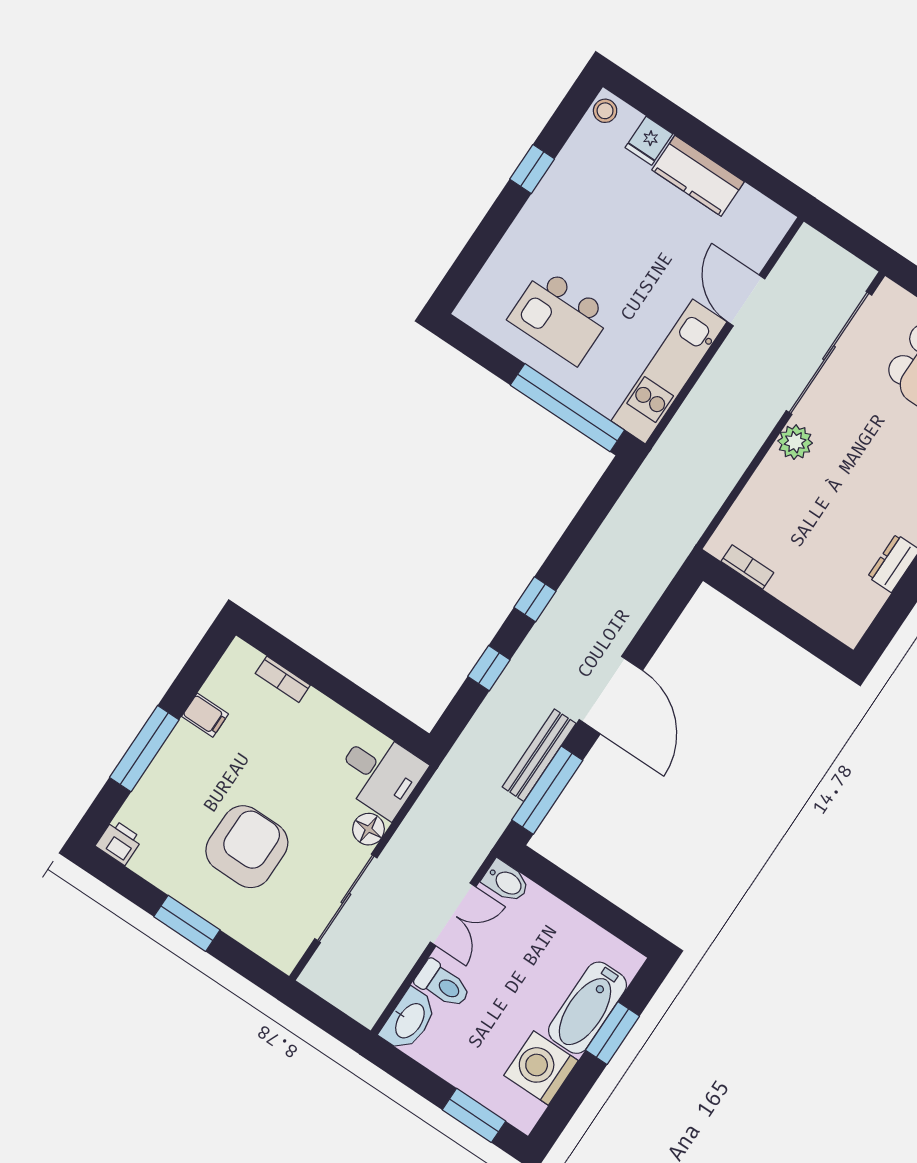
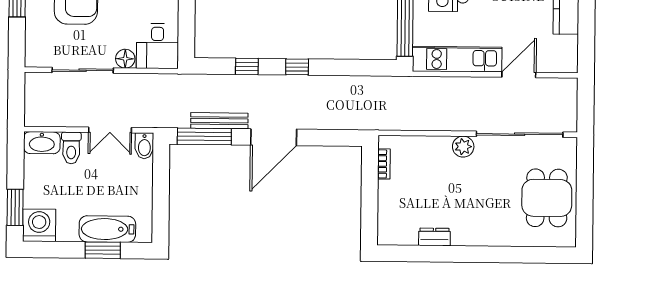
washing machine: (541, 1068) -> (39, 225), moved

